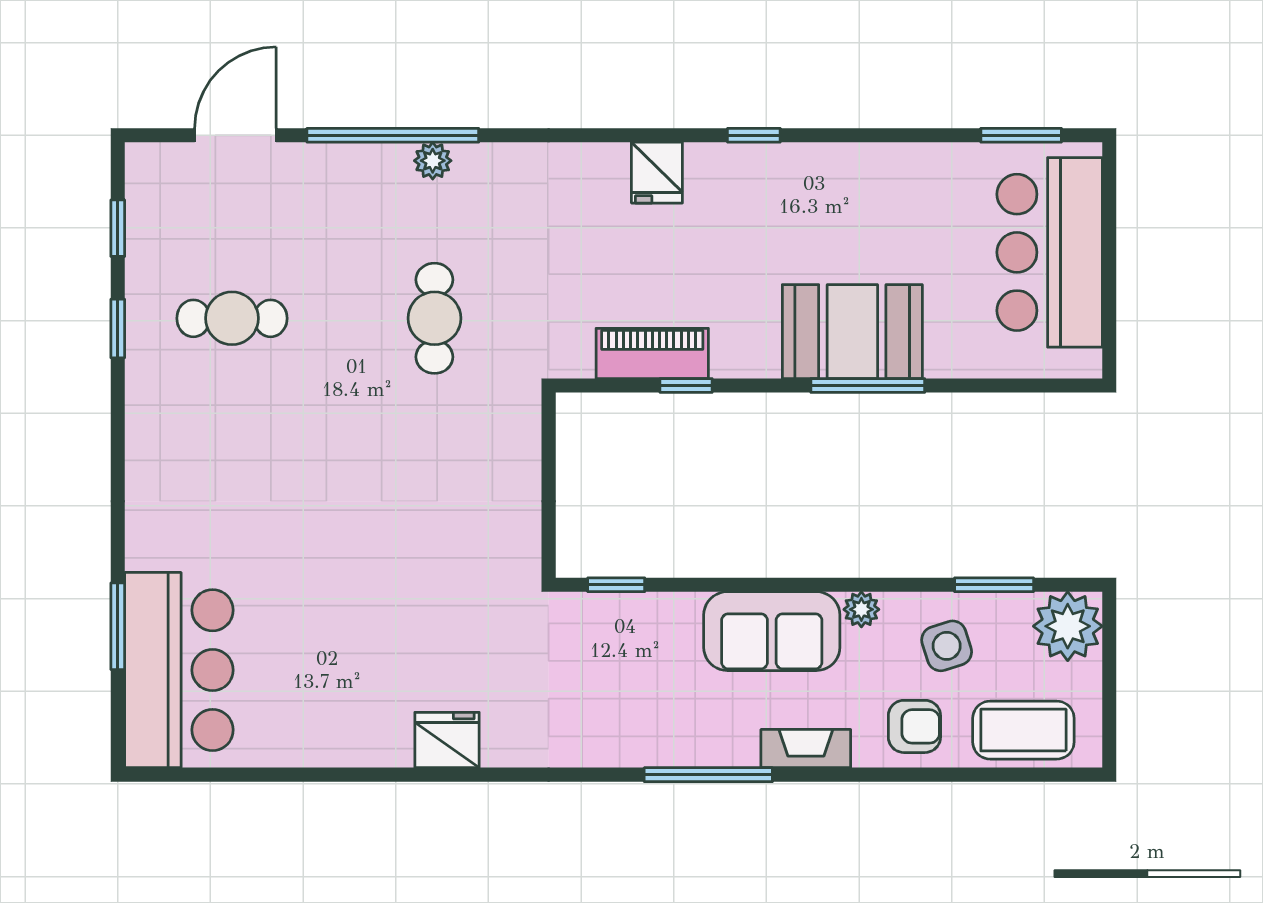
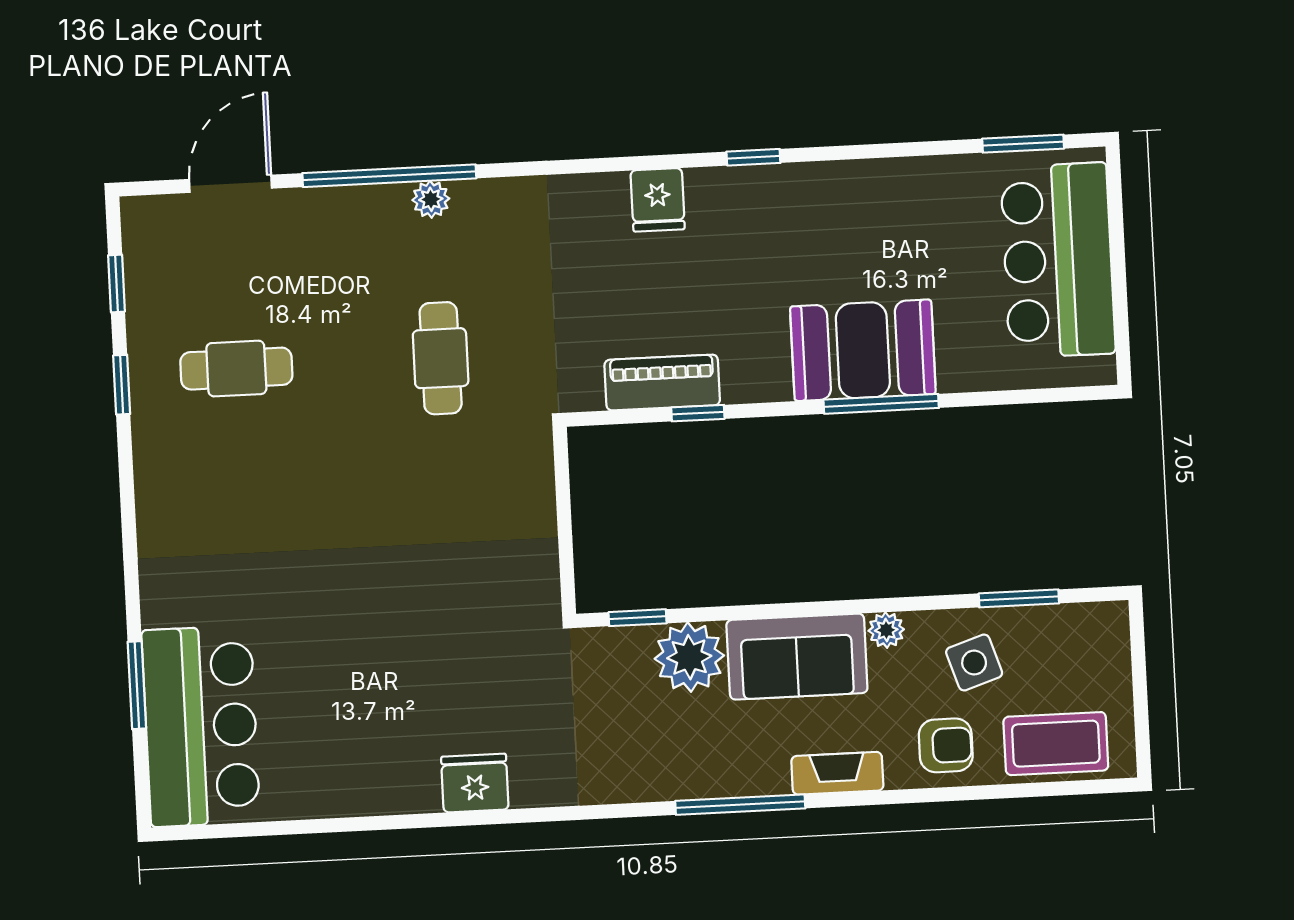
plant: (1068, 626) -> (689, 657), moved

